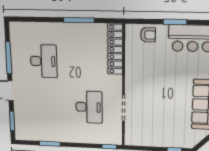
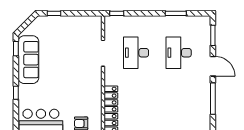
desk: (44, 61) -> (179, 53), moved

